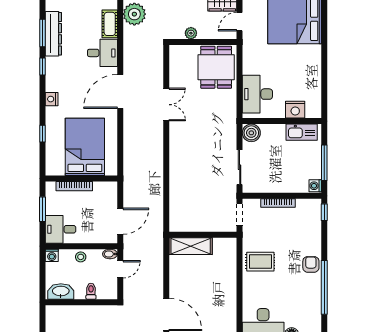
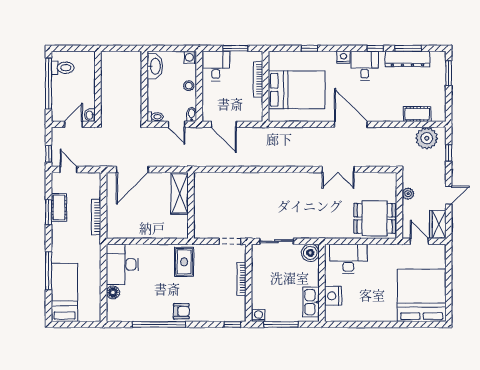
desk: (102, 53) -> (365, 66), moved, turned 180
wall: (203, 235) -> (191, 205), moved
shelving: (191, 246) -> (180, 193), moved
toilet: (91, 291) -> (155, 117), moved

